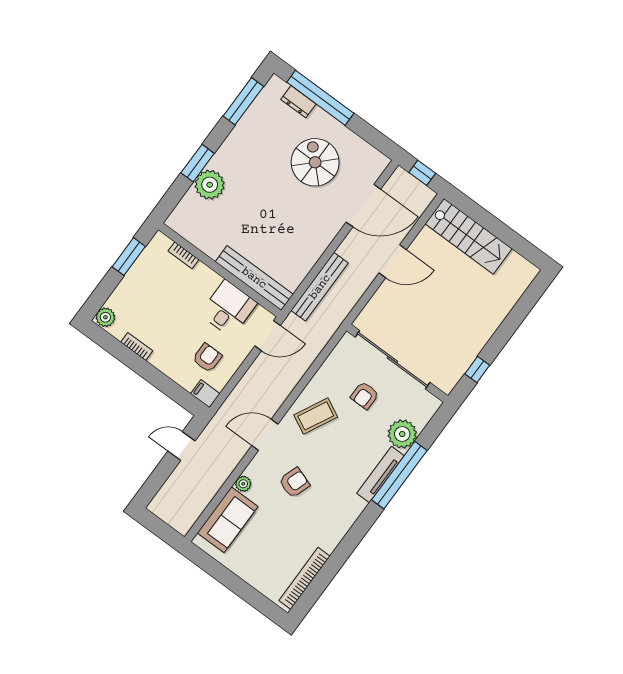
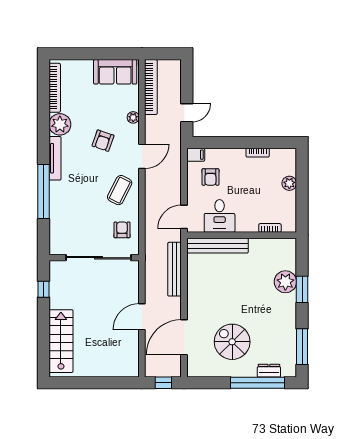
spiral stairs: (315, 162) -> (232, 342), turned 180
stairs: (469, 236) -> (61, 341), moved, turned 90
window: (129, 257) -> (302, 203), removed
plant: (105, 317) -> (289, 183), moved
armchair: (365, 395) -> (122, 230), moved
plant: (402, 434) -> (60, 124), moved
tv unit: (381, 475) -> (55, 158), moved
bookcase: (200, 503) -> (151, 87), added
sofa: (228, 520) -> (115, 72), moved, turned -90

